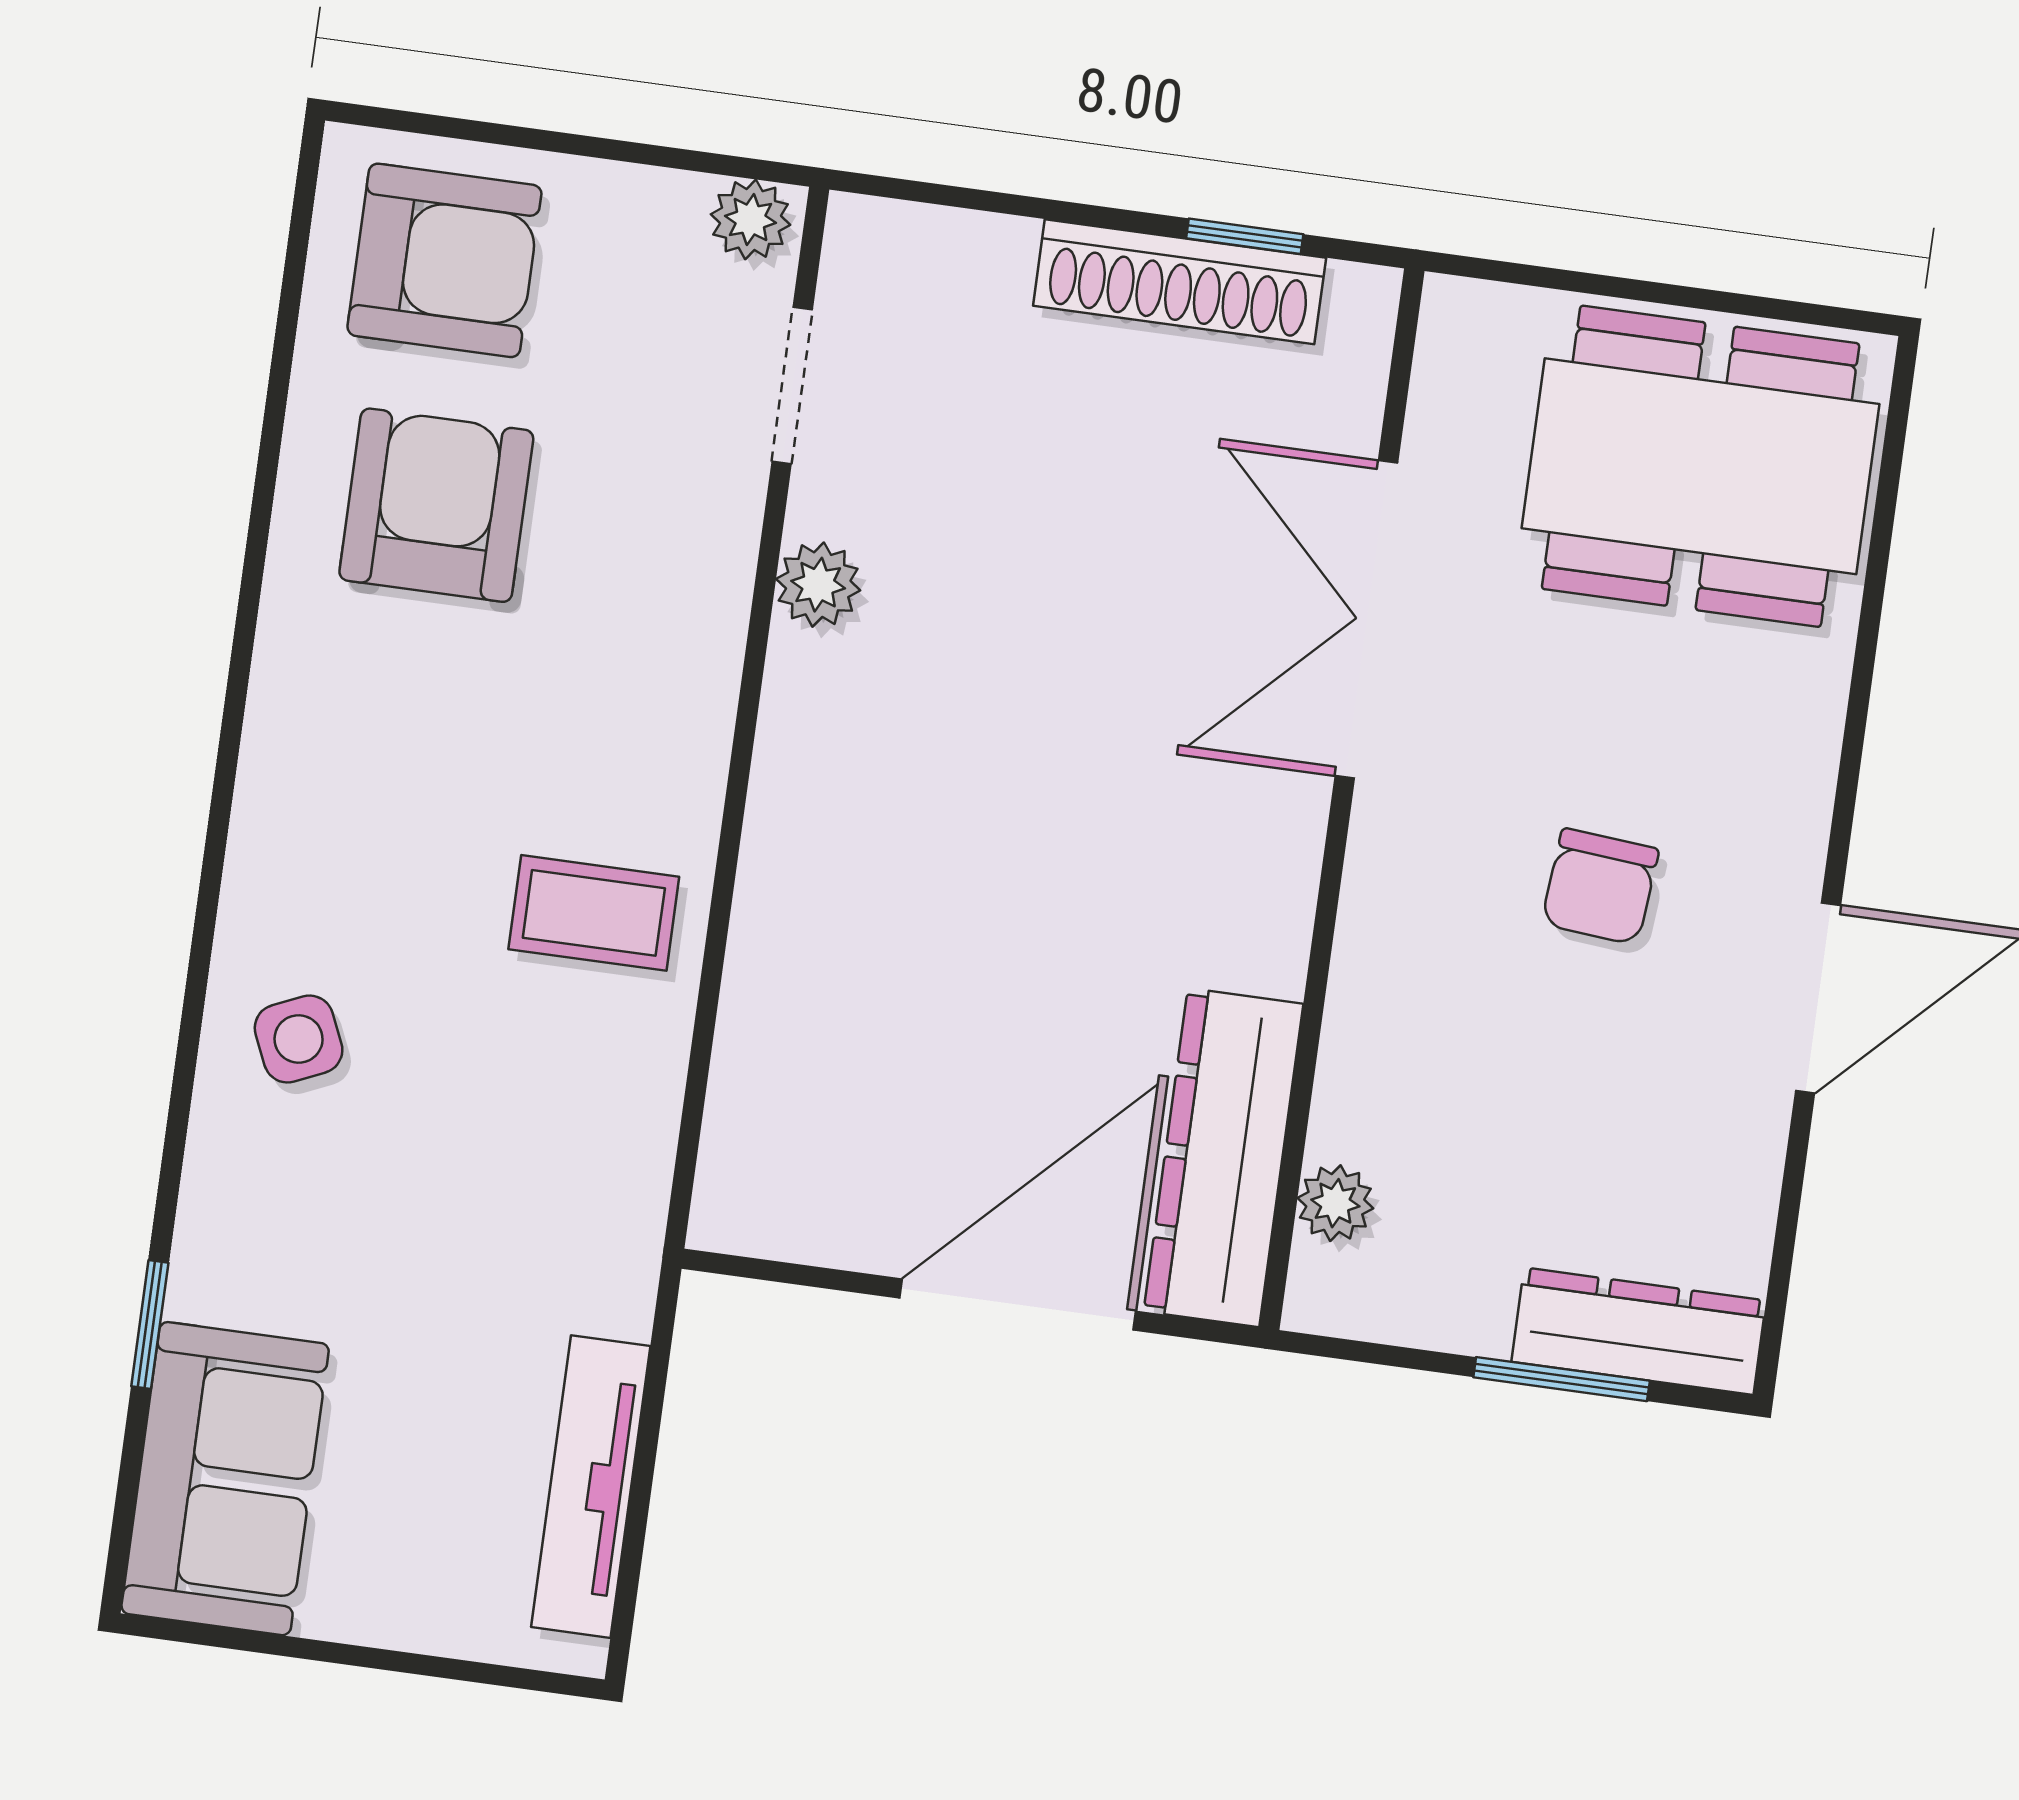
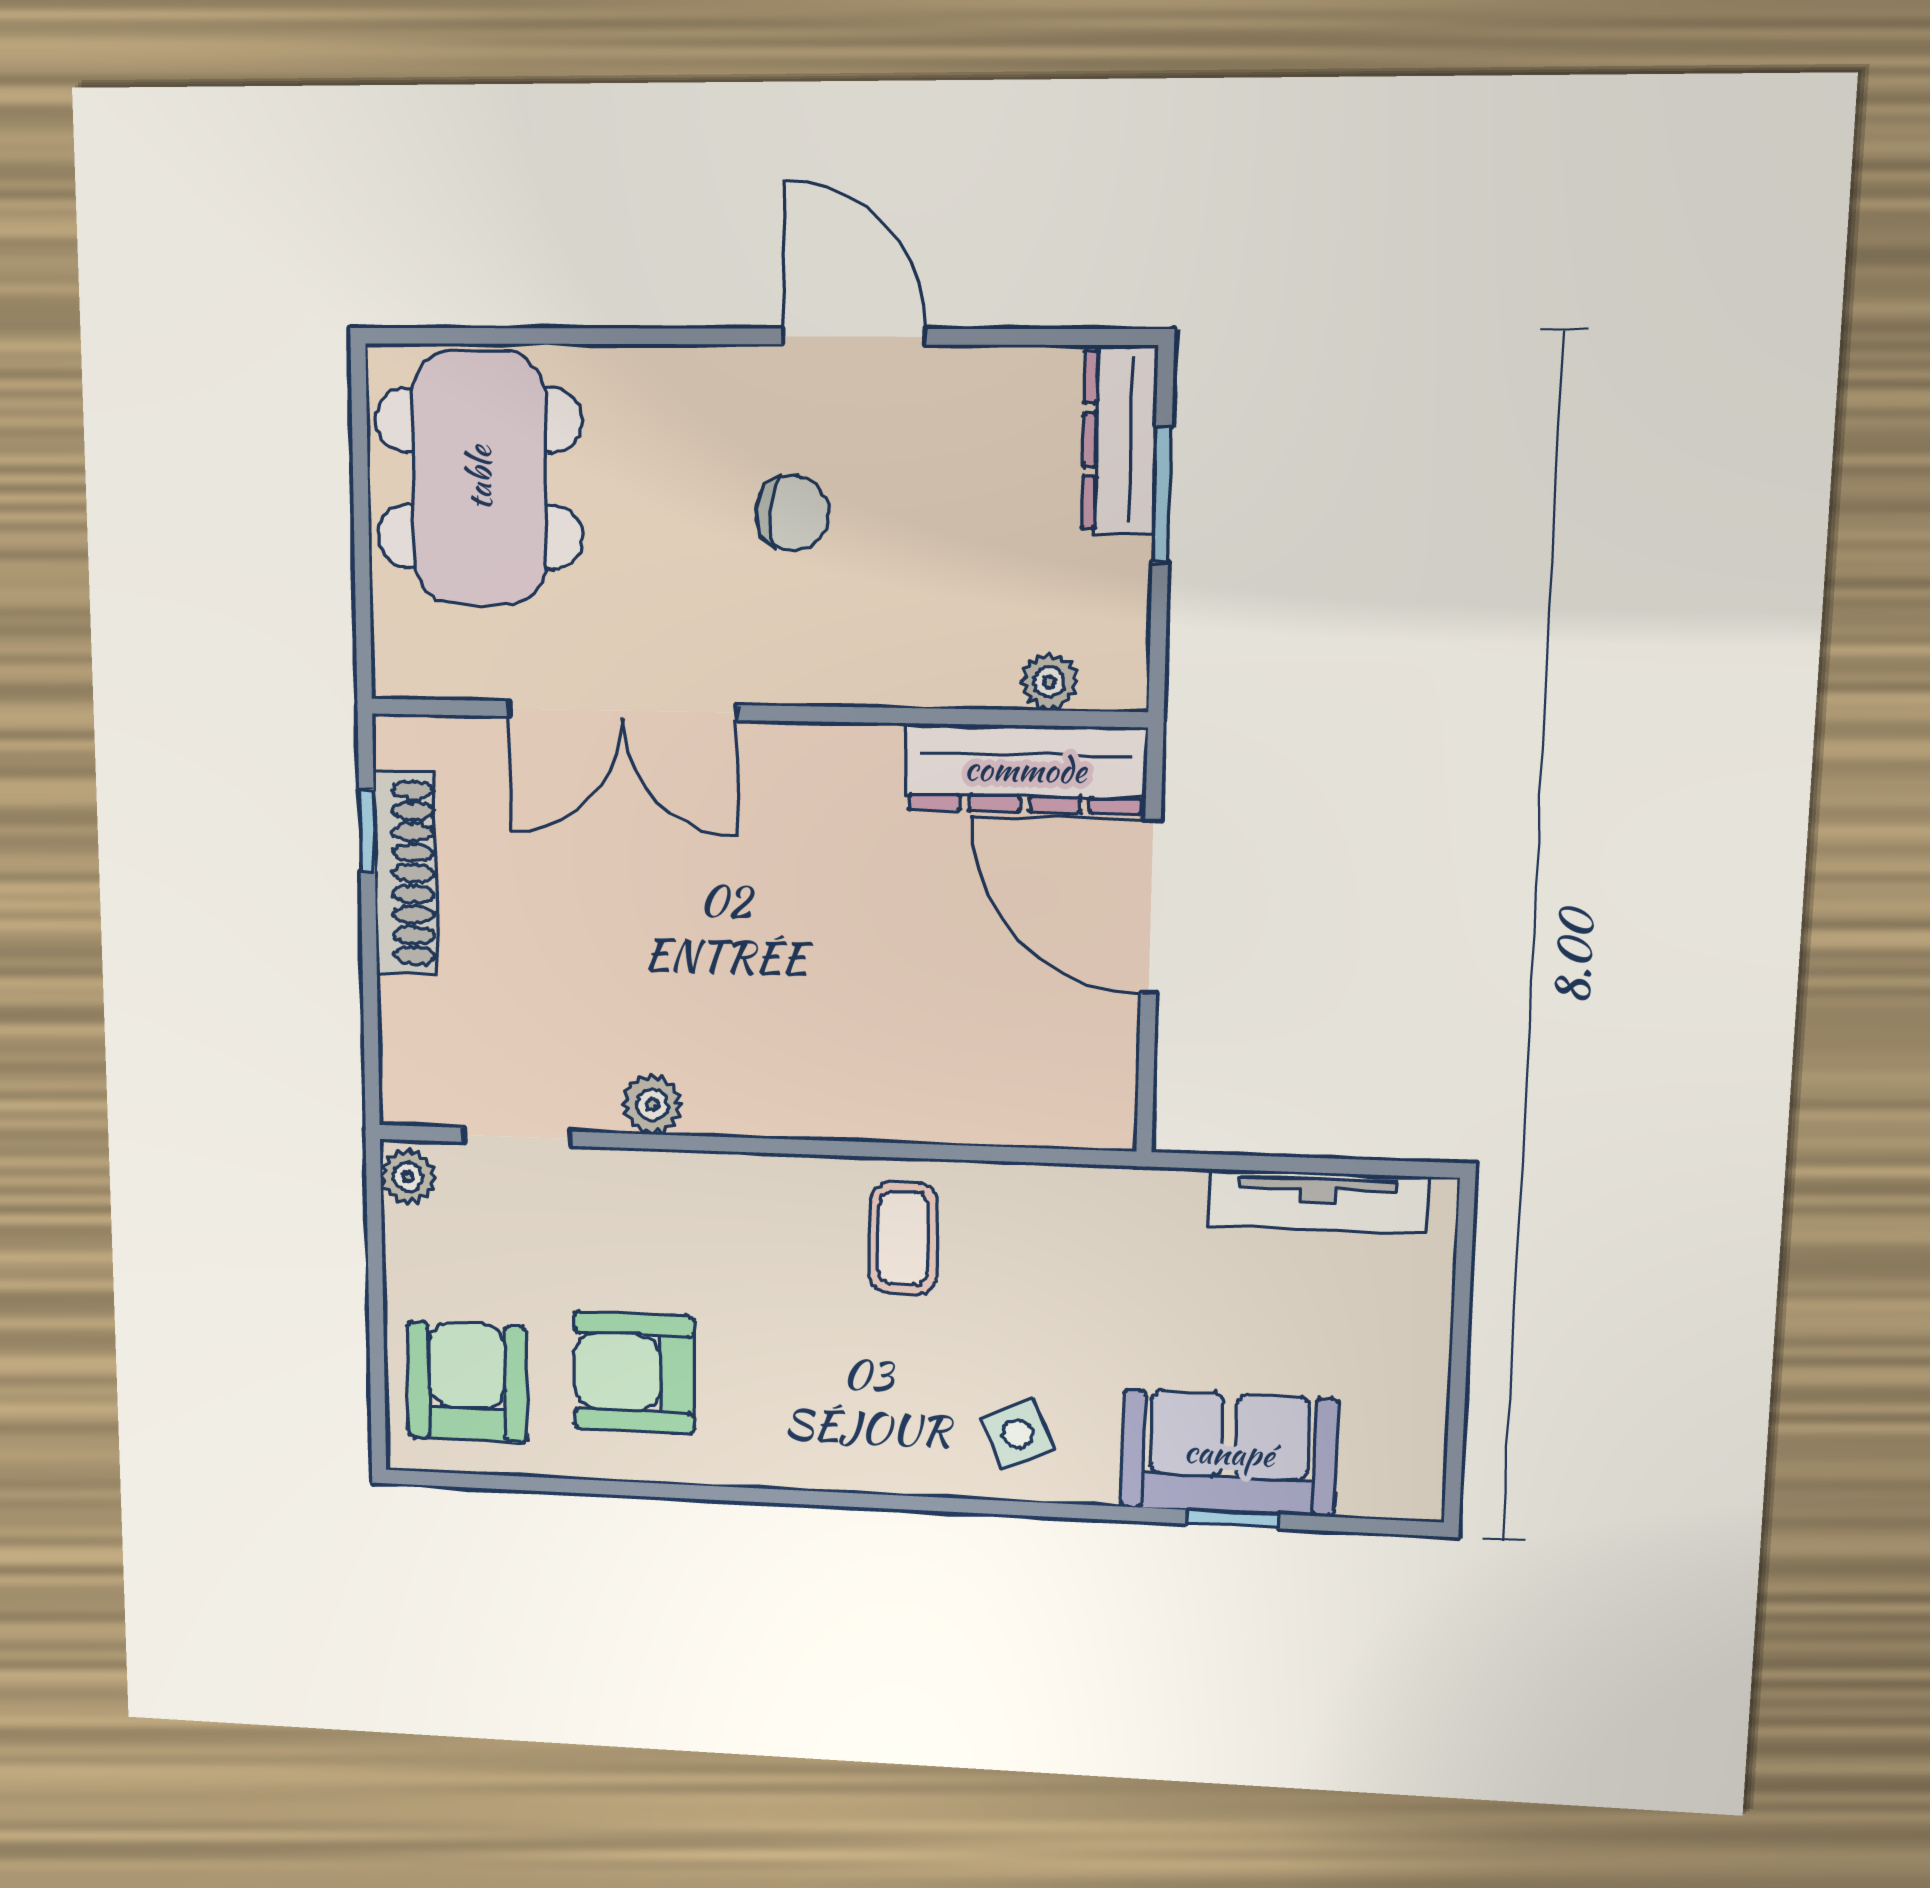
sofa: (225, 1479) -> (1229, 1453), moved

